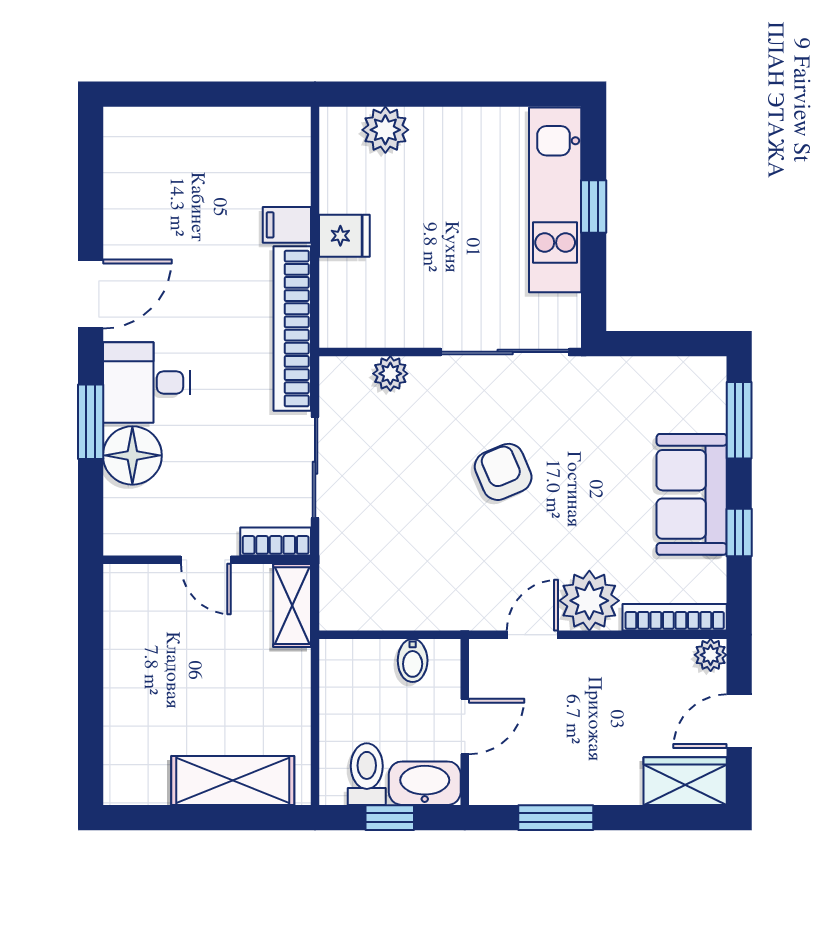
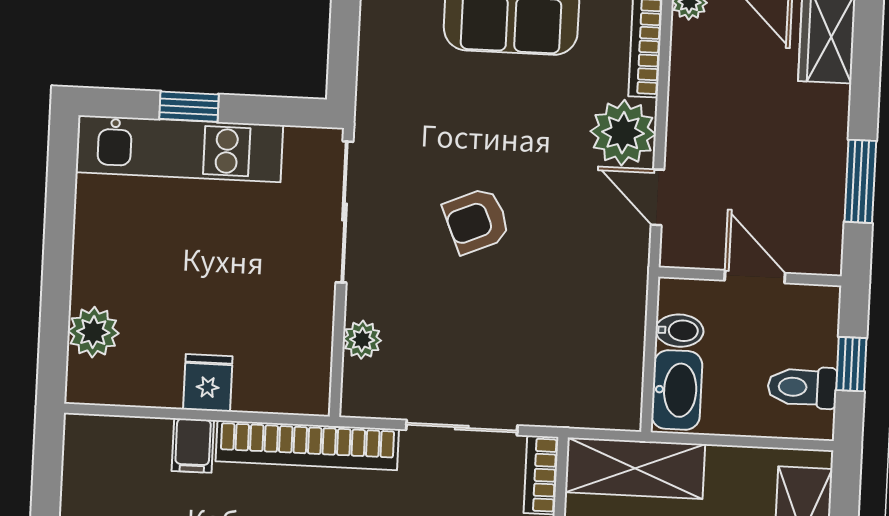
shelving: (292, 606) -> (635, 468), width x1.50, depth x1.33
washbasin: (425, 783) -> (677, 390), moved, turned 180

